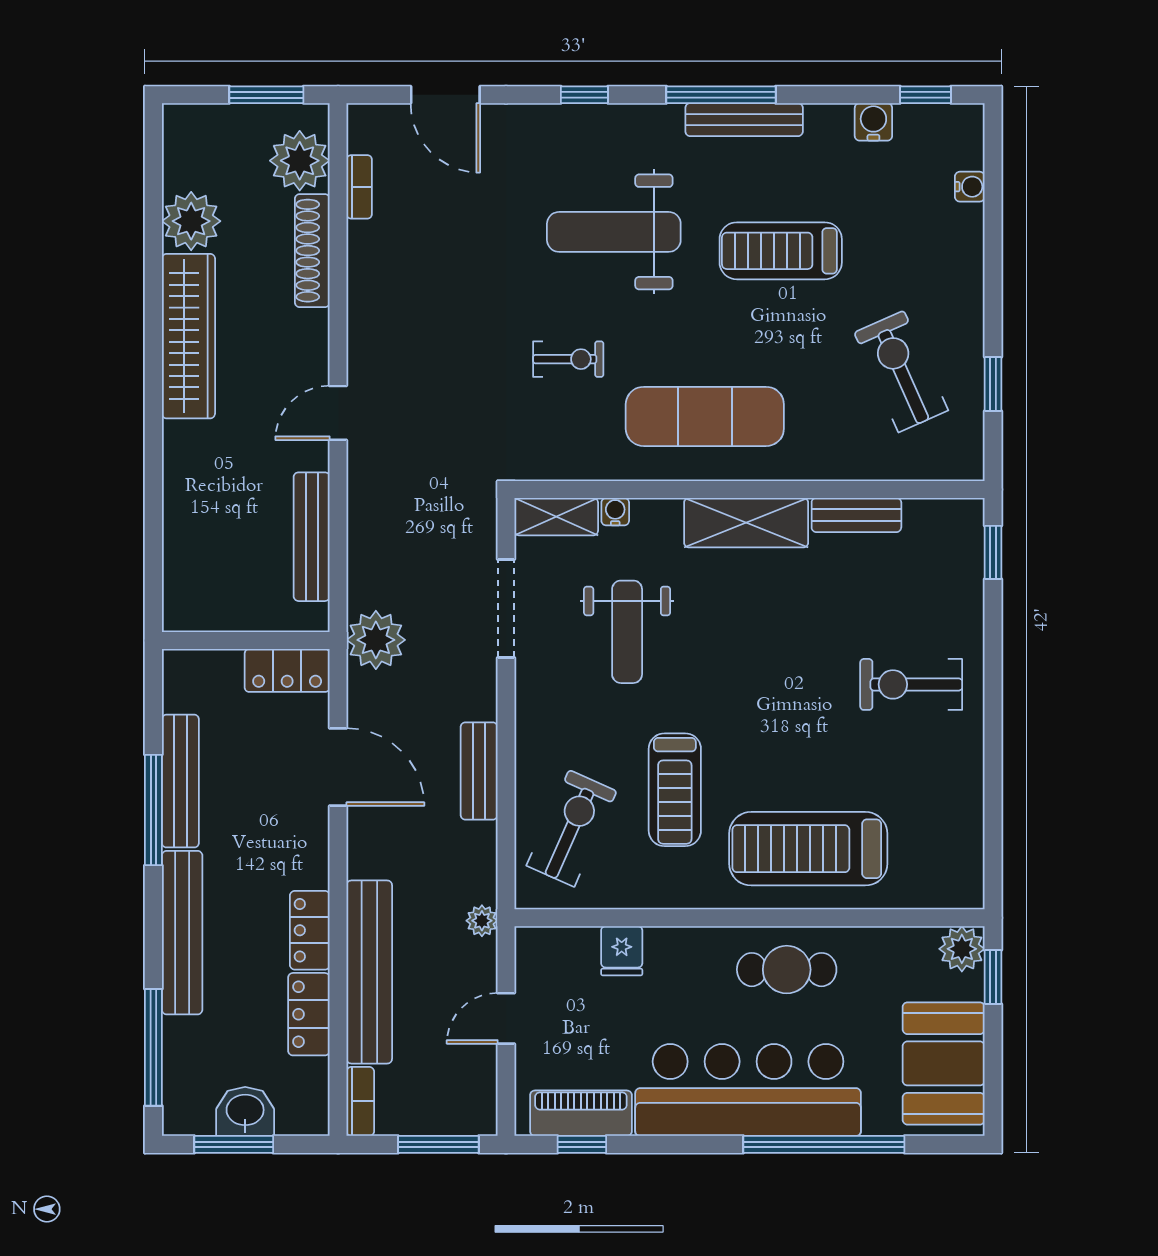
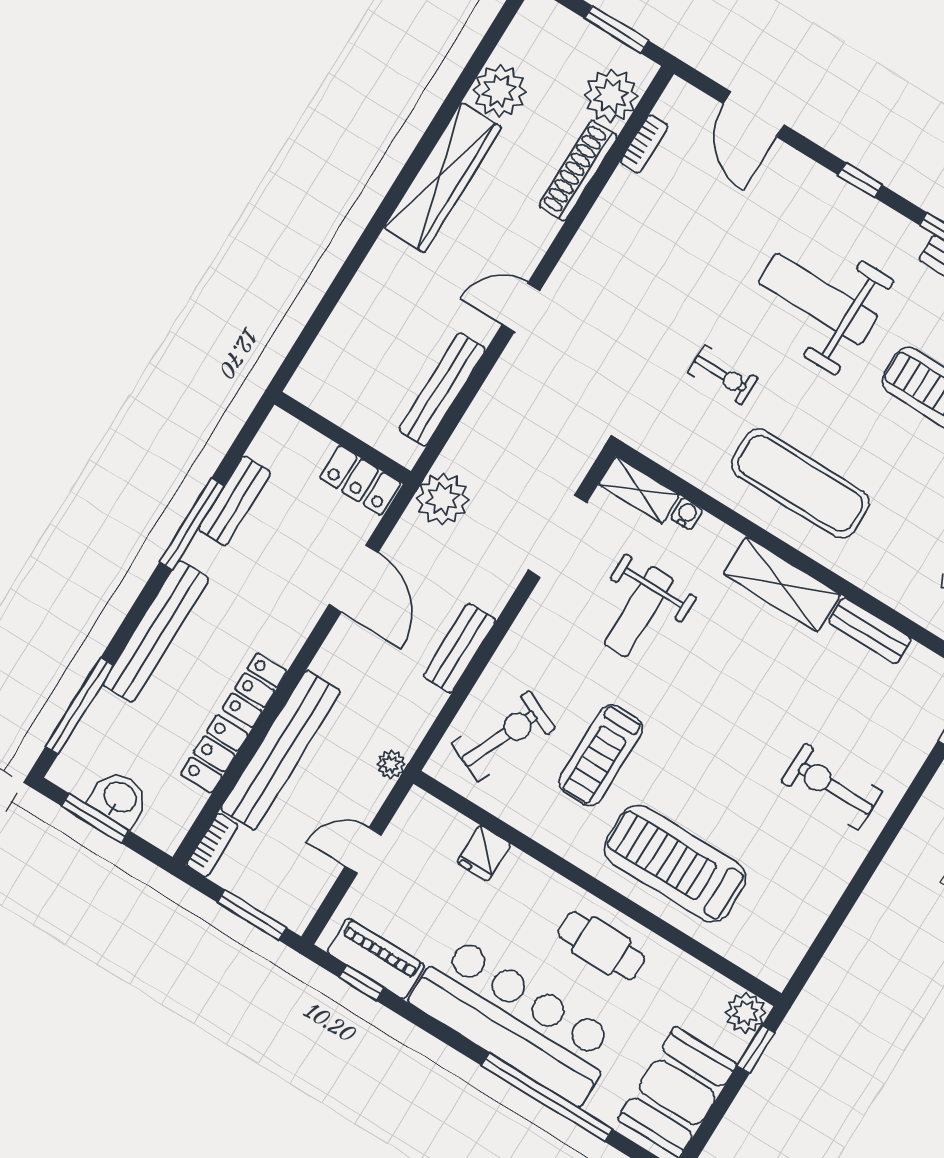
bench: (180, 781) -> (234, 501), width x0.73

